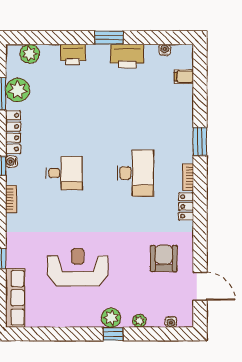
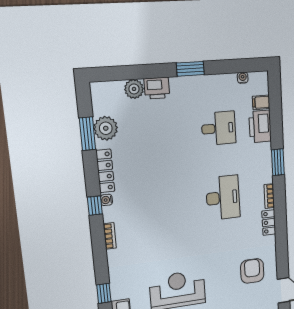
plant: (30, 54) -> (134, 89), moved
printer: (127, 56) -> (260, 126), moved, turned 90
desk: (64, 173) -> (219, 128), moved

